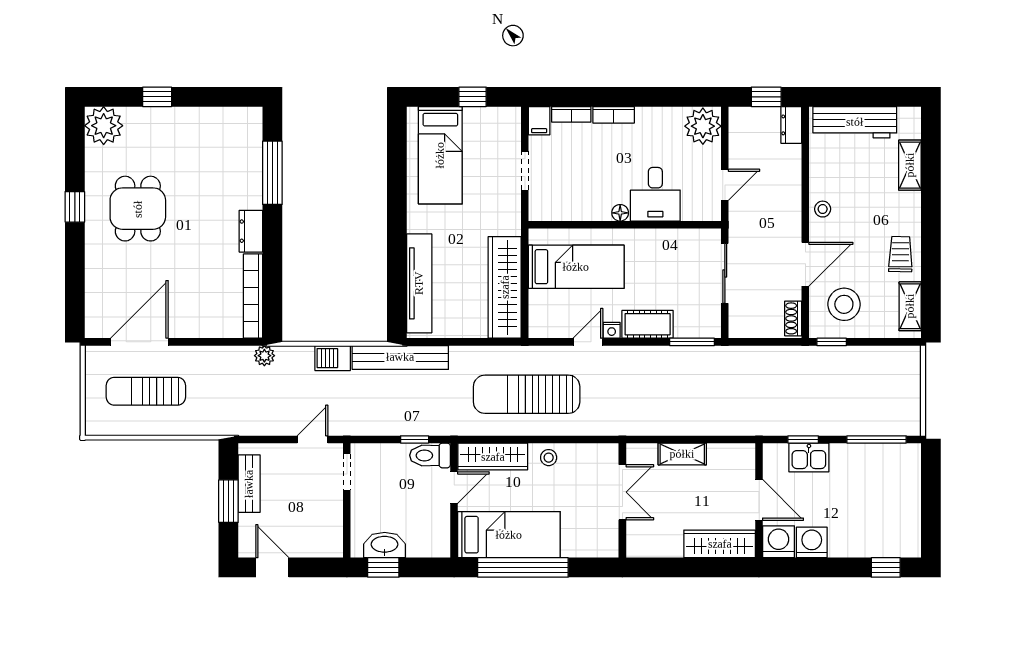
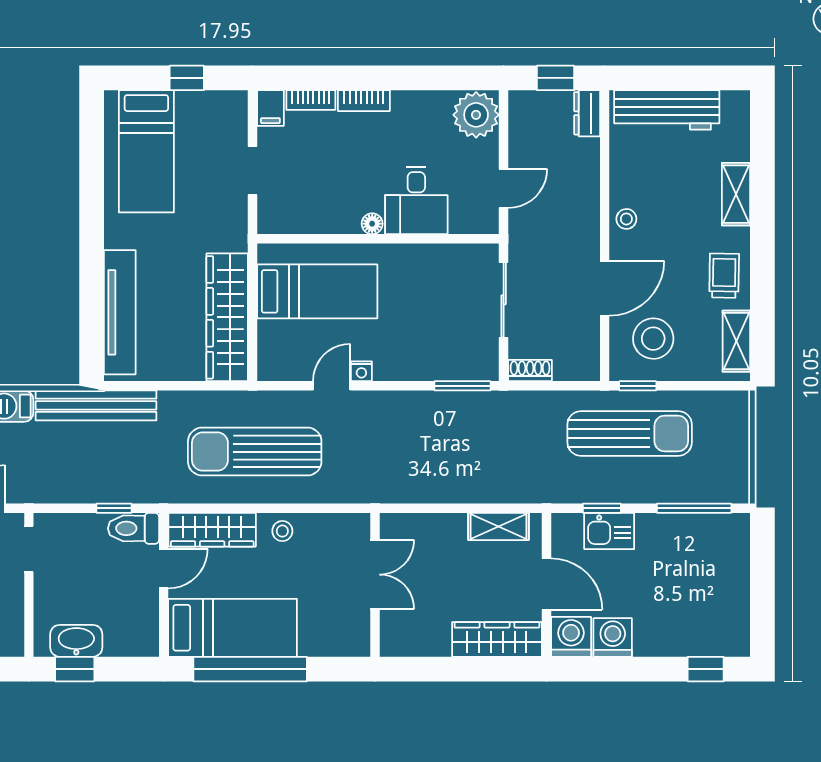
shelving: (910, 165) -> (736, 194), moved
shoe rack: (793, 318) -> (530, 371), moved, turned 90
cot: (648, 324) -> (407, 364), removed
sun lounger: (825, 380) -> (630, 433), added
shelving: (682, 454) -> (499, 526), moved

